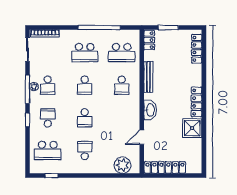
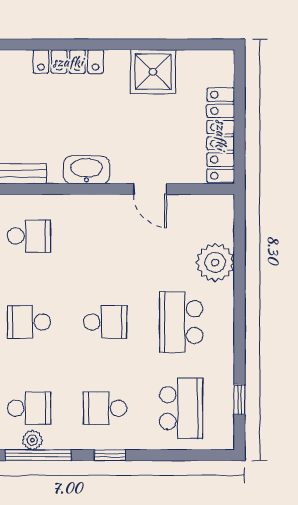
school desk: (85, 85) -> (29, 322), turned 180
shower: (192, 128) -> (153, 72), moved
school desk: (85, 150) -> (181, 322), width x1.85
plant: (122, 165) -> (215, 262), moved

